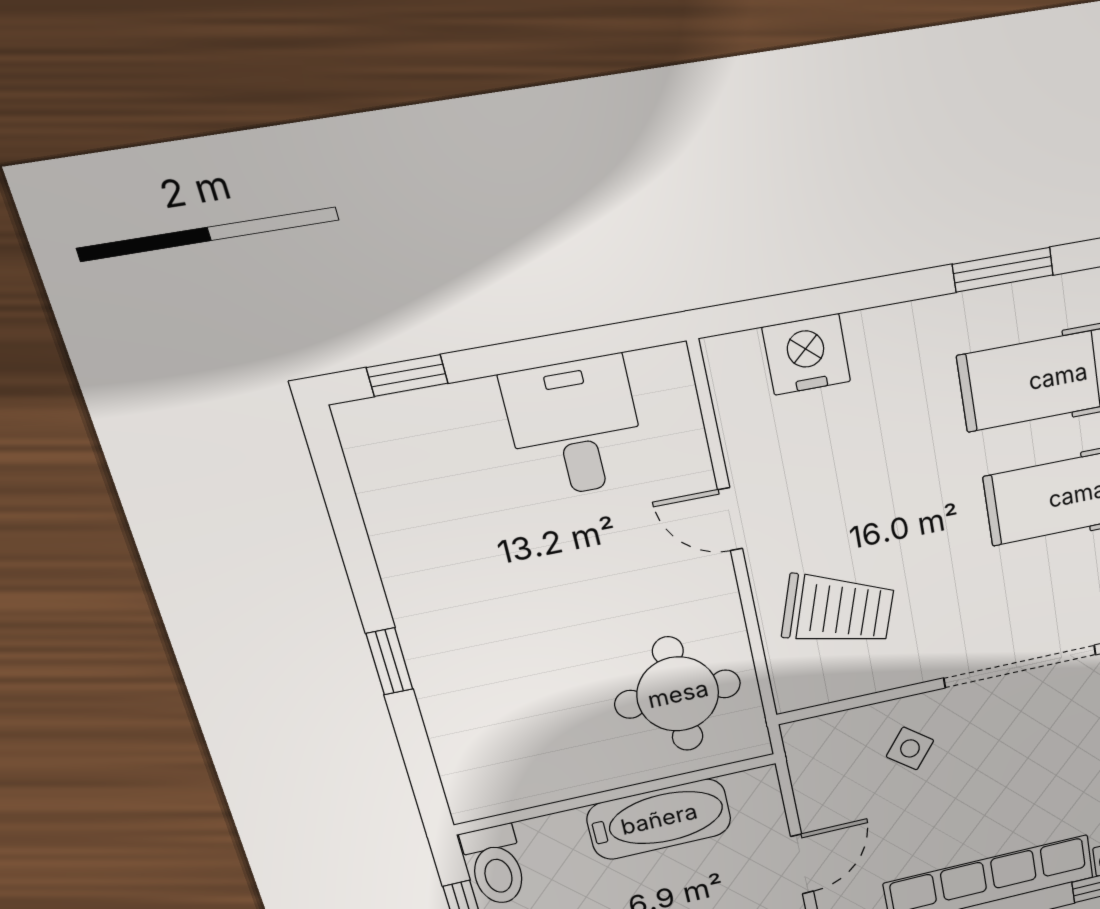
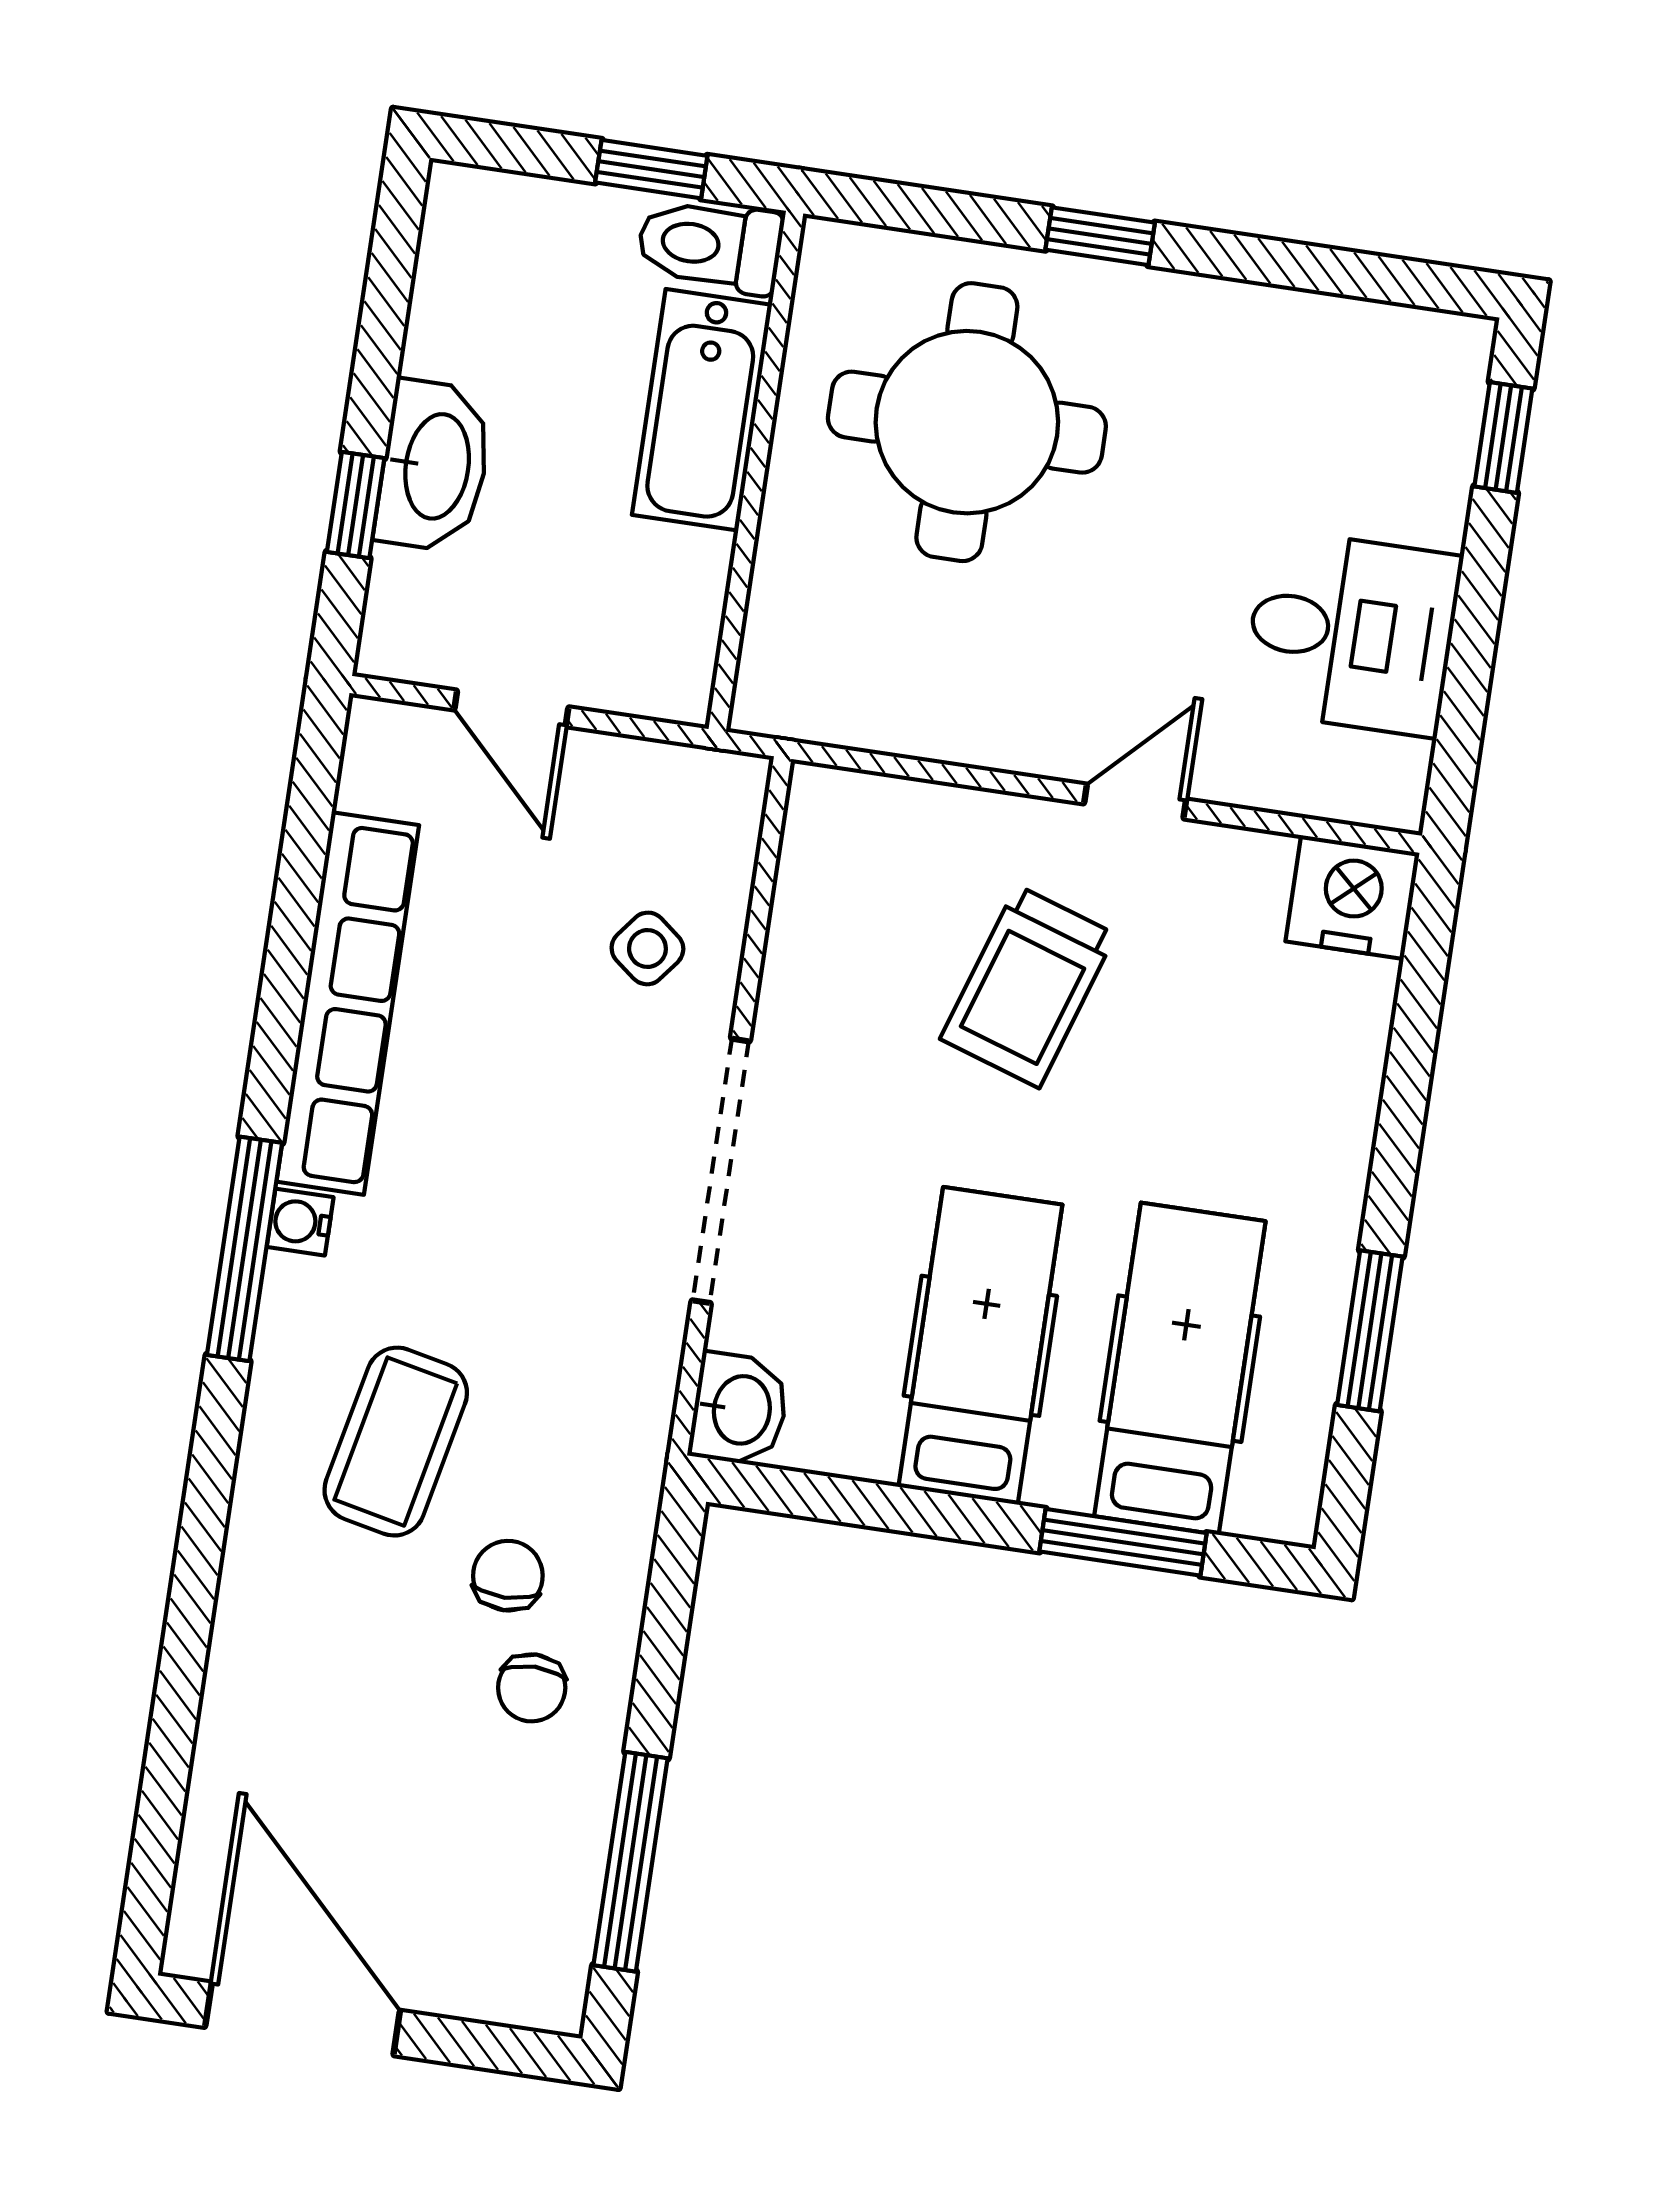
nightstand: (807, 354) -> (1352, 897), moved, turned -90
trolley: (838, 610) -> (1028, 987), moved
round table: (678, 694) -> (967, 422), moved, width x1.36, depth x1.36
bathtub: (659, 819) -> (702, 410), moved

